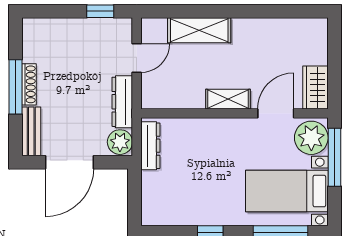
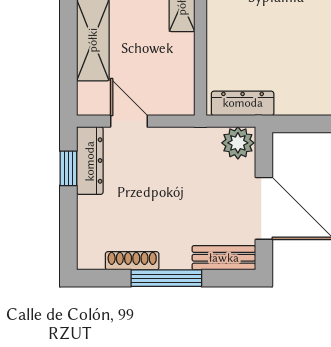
shoe rack: (29, 84) -> (132, 261), moved
dresser: (122, 102) -> (90, 161), moved, turned -90

